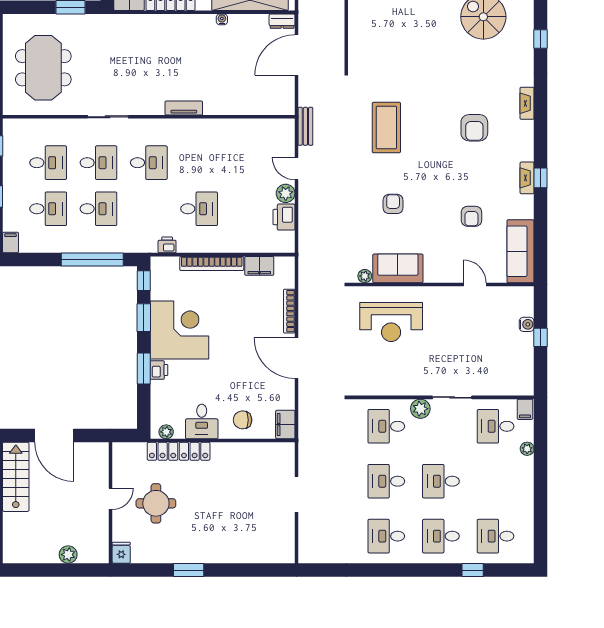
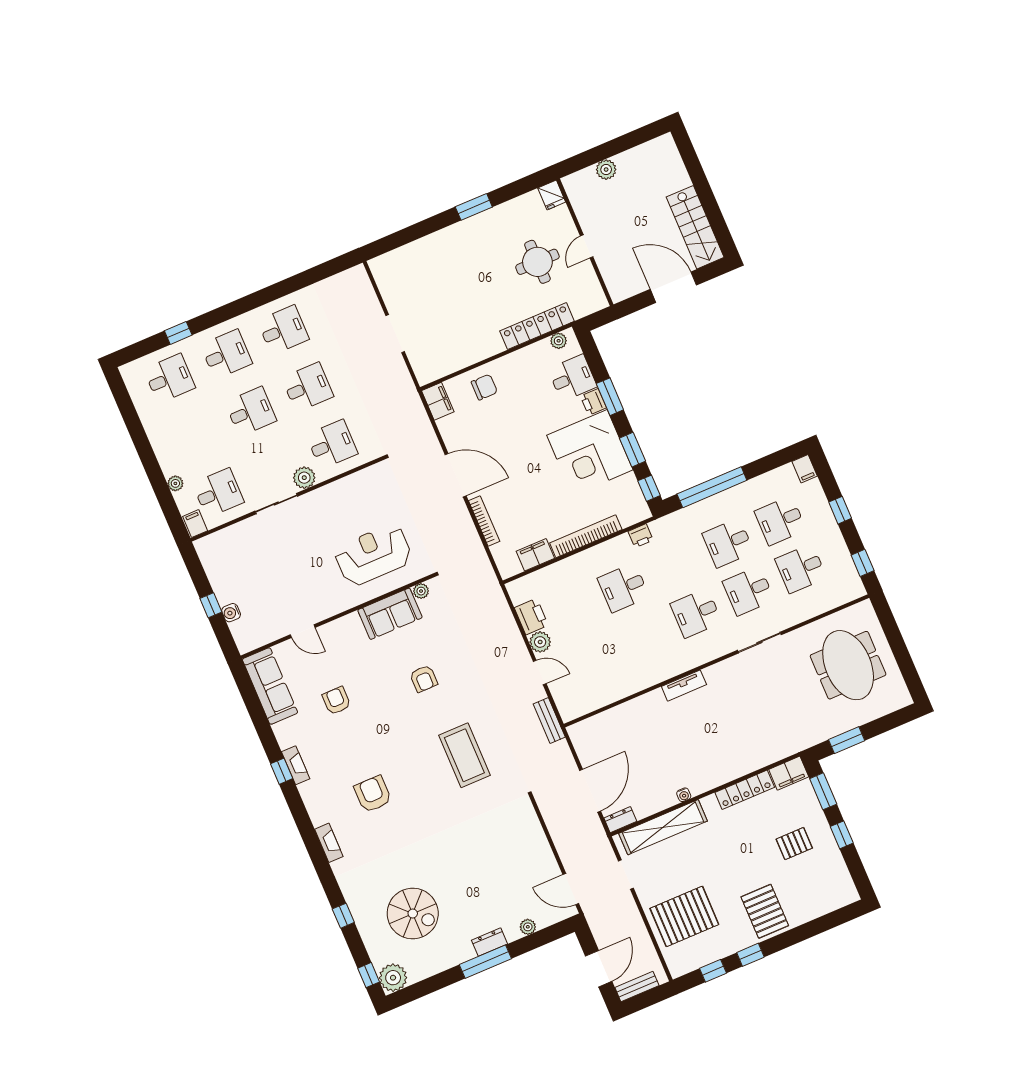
desk: (202, 422) -> (572, 378), moved, turned 90

